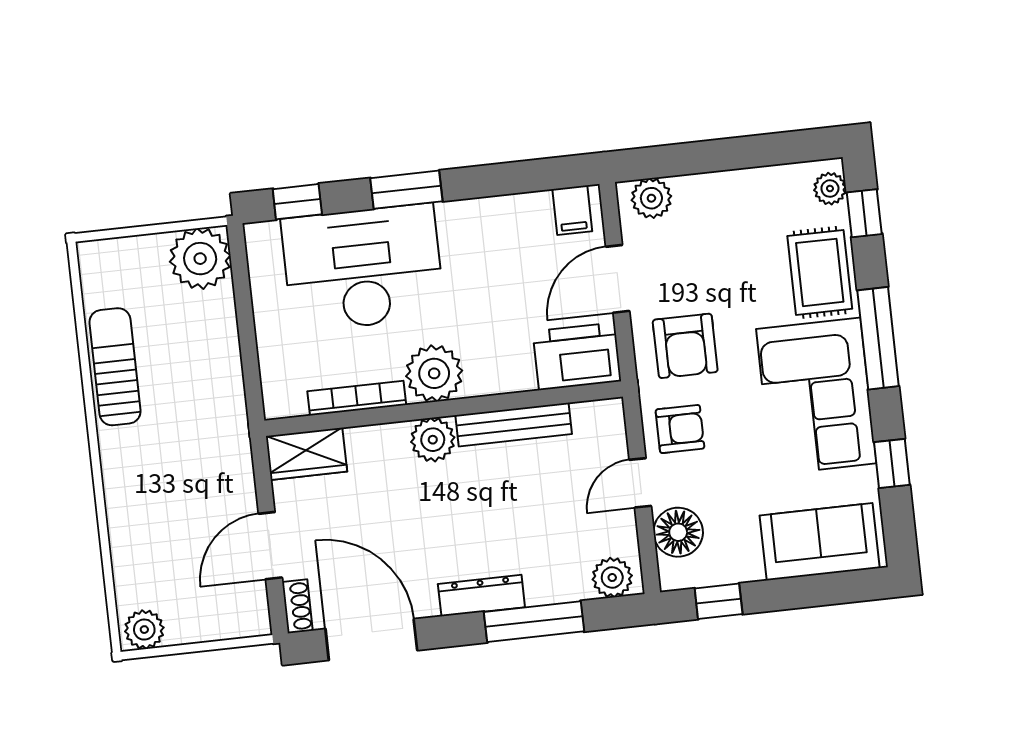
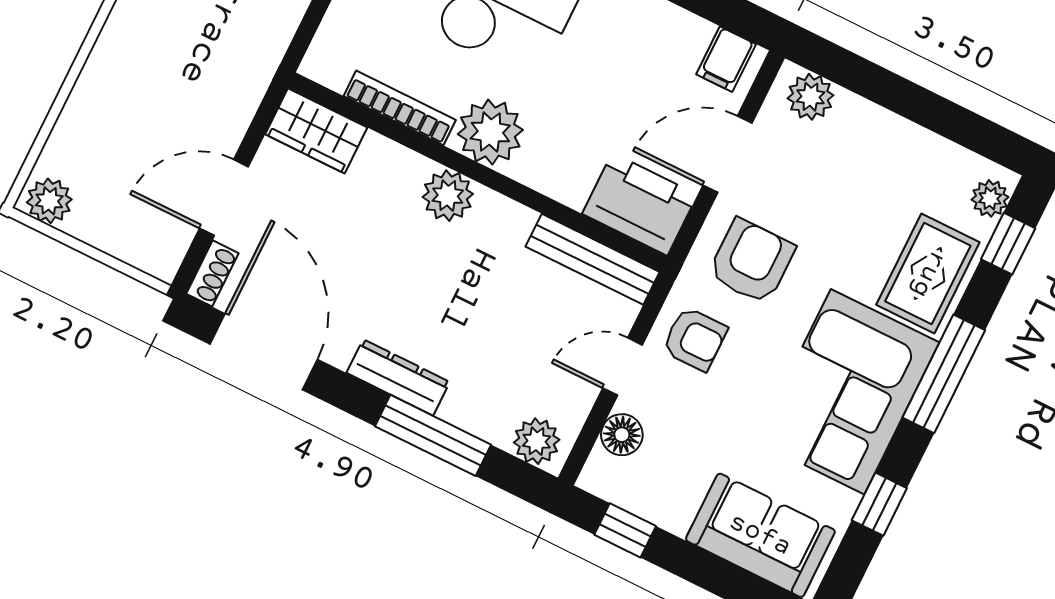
armchair: (685, 346) -> (752, 261), turned 180
bench: (514, 425) -> (593, 259), moved
floor lamp: (678, 532) -> (622, 435), width x0.73, depth x0.73

